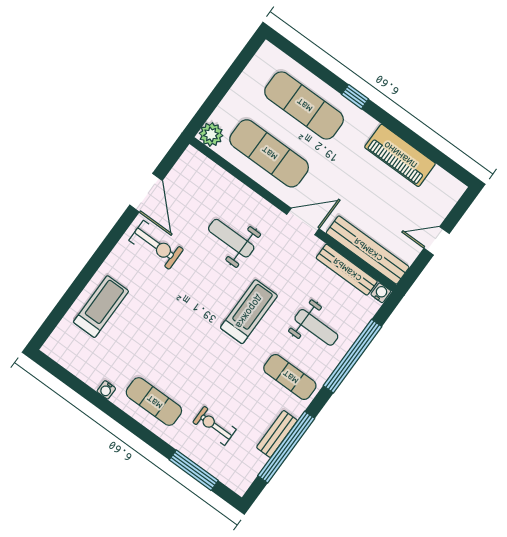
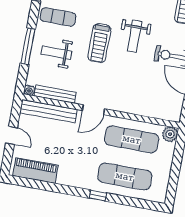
piano: (400, 155) -> (35, 170), moved
weight bench: (231, 238) -> (134, 36), moved, turned 90
door: (437, 241) -> (12, 135), hinge flipped
window: (352, 356) -> (28, 46), width x0.68

